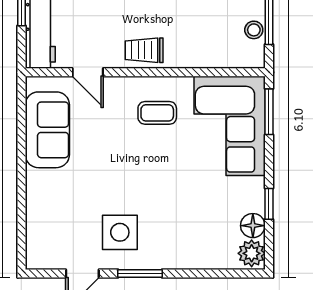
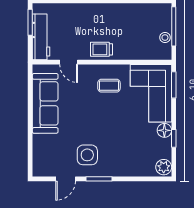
sofa: (47, 130) -> (45, 103), width x1.36
floor lamp: (253, 226) -> (164, 130), moved

